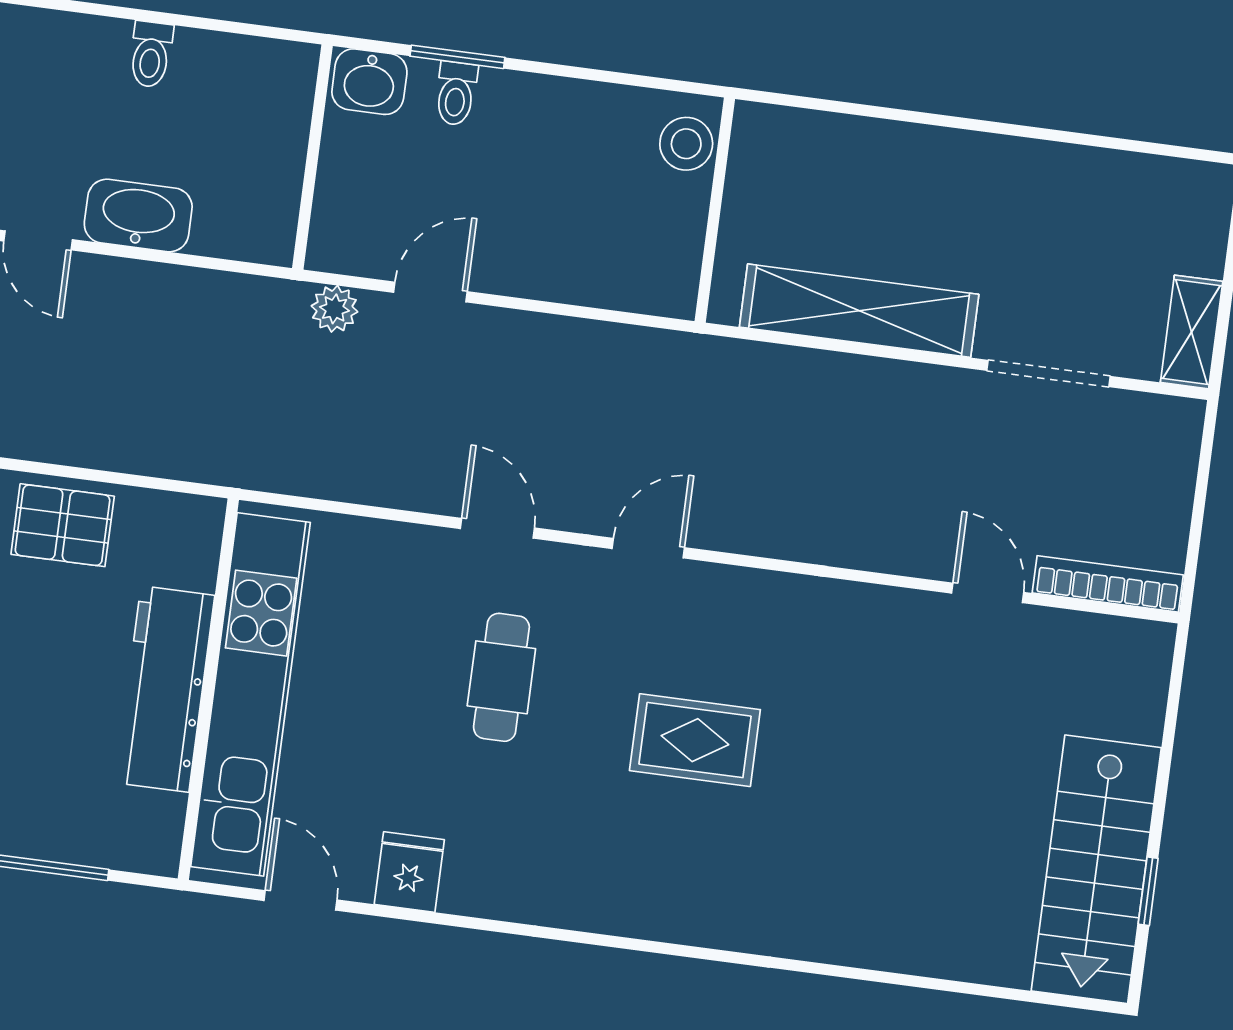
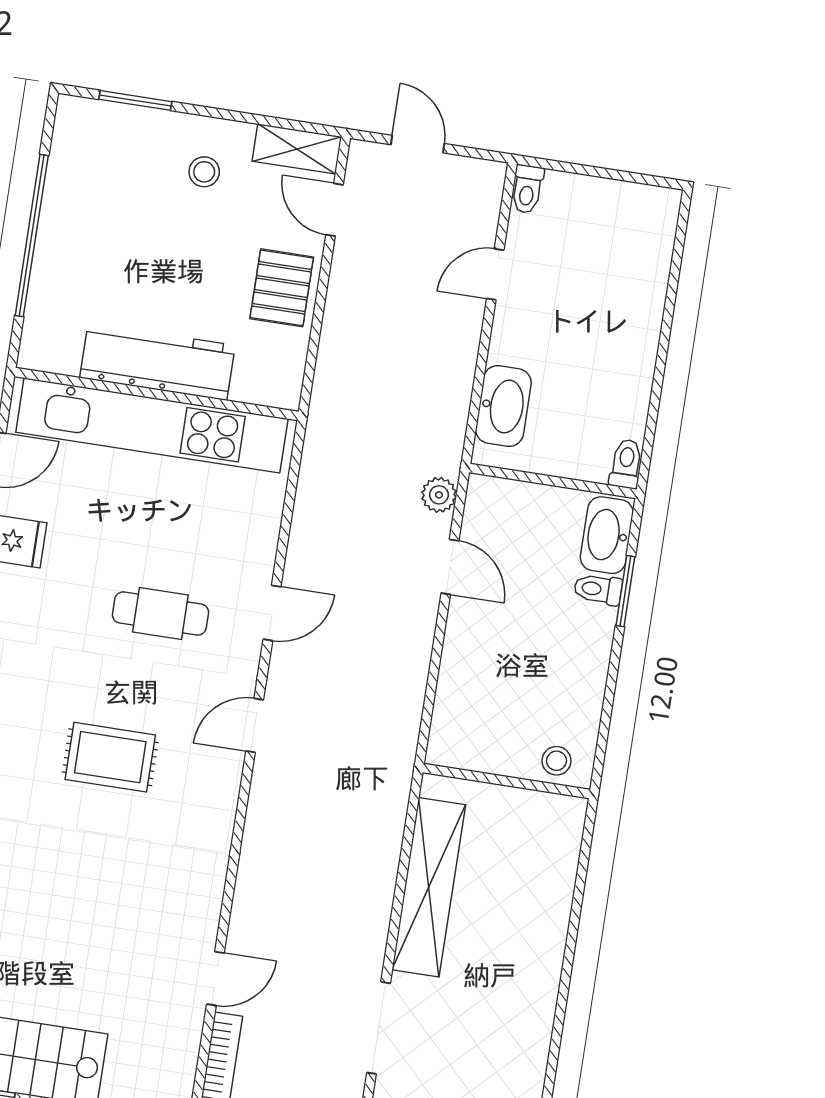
toilet: (151, 54) -> (626, 464), moved, turned 90
washbasin: (369, 82) -> (607, 535), width x1.38
stool: (686, 144) -> (557, 761), width x0.73, depth x0.73
washbasin: (138, 216) -> (503, 406), moved
door: (648, 548) -> (255, 725), swing flipped
rug: (695, 740) -> (110, 757), turned 90

